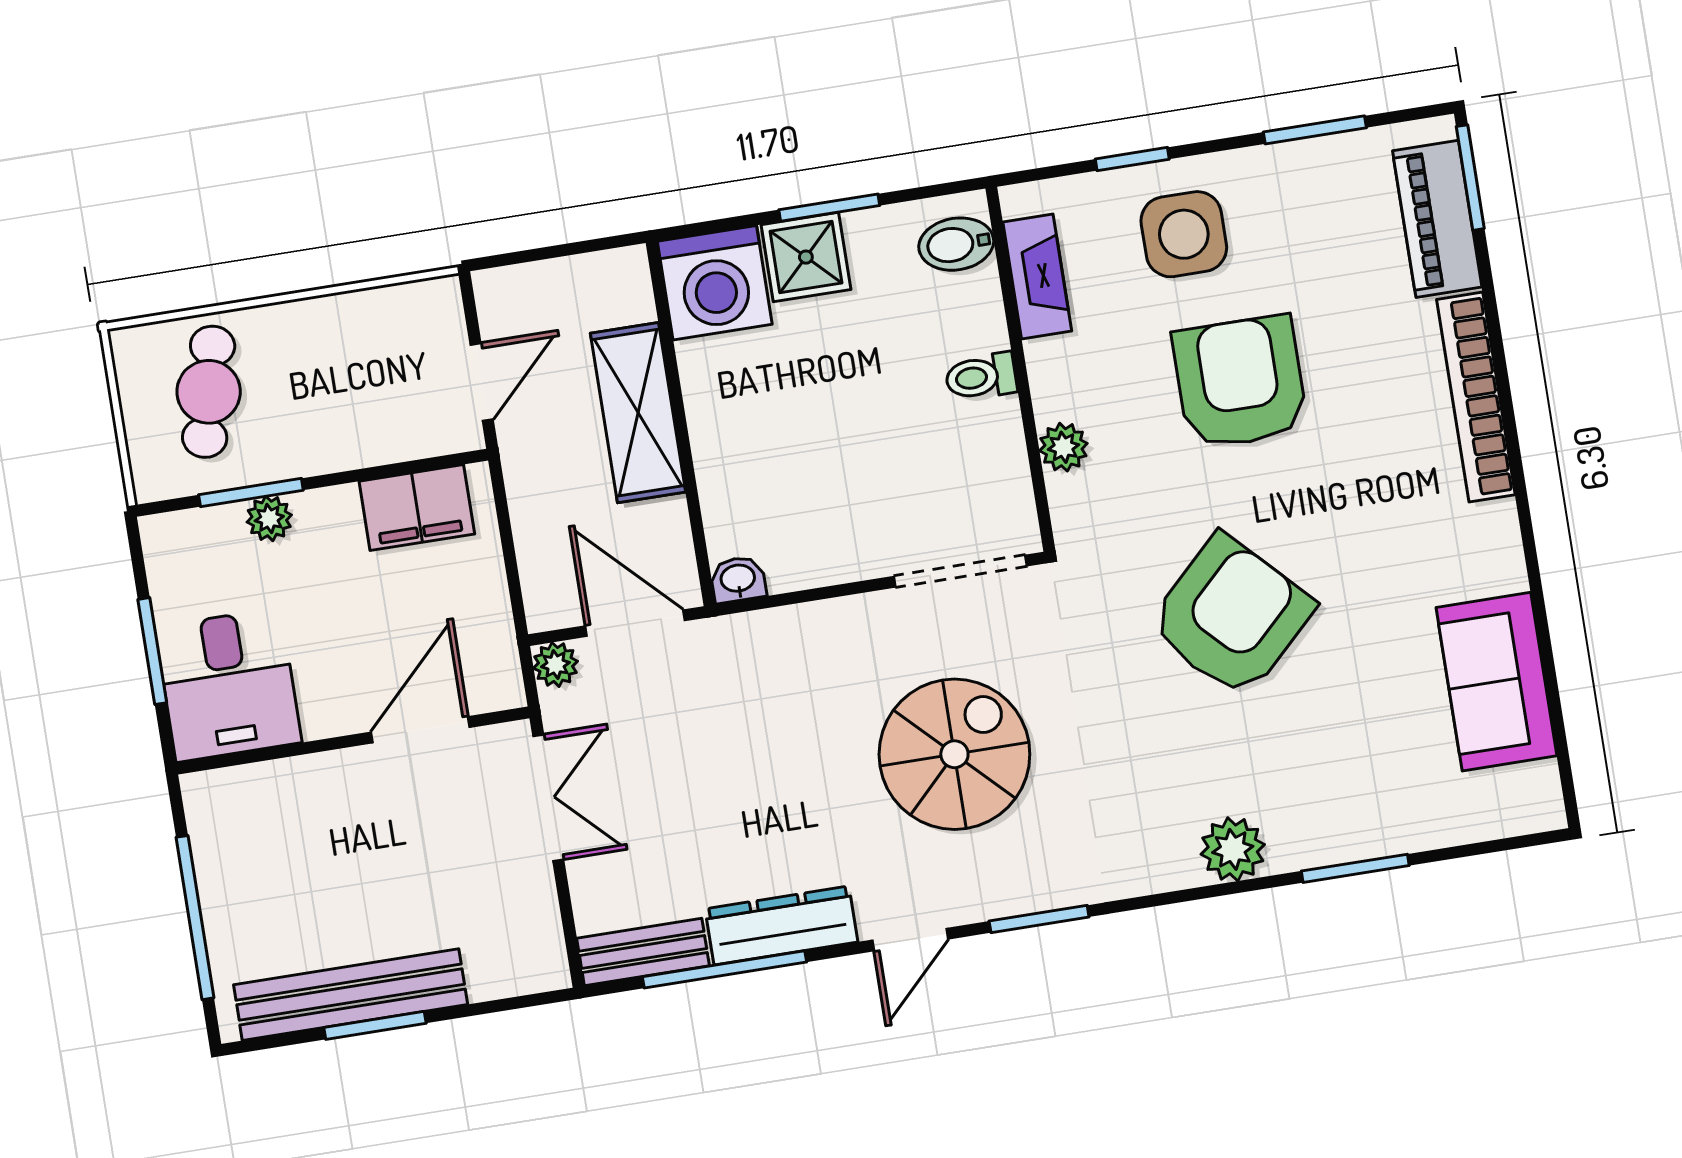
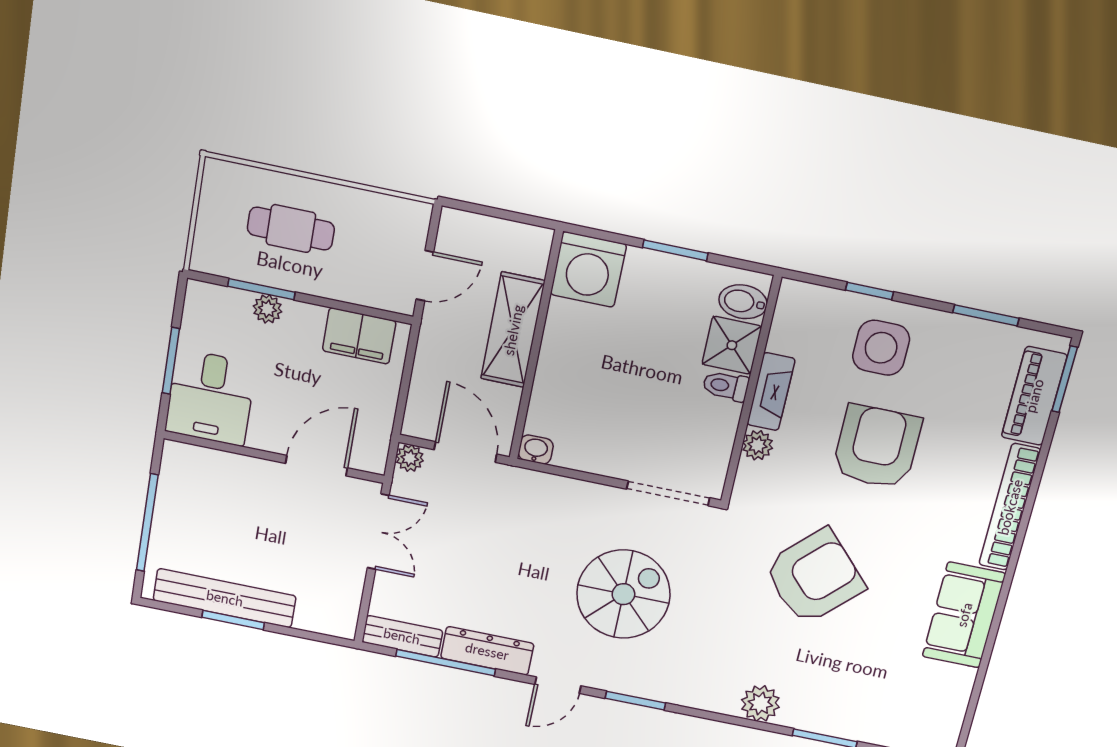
shower: (806, 257) -> (732, 345), moved
fireplace: (1037, 276) -> (771, 392), moved
cafe table: (209, 392) -> (291, 229), moved, turned 76
sofa: (1496, 682) -> (964, 615), moved

